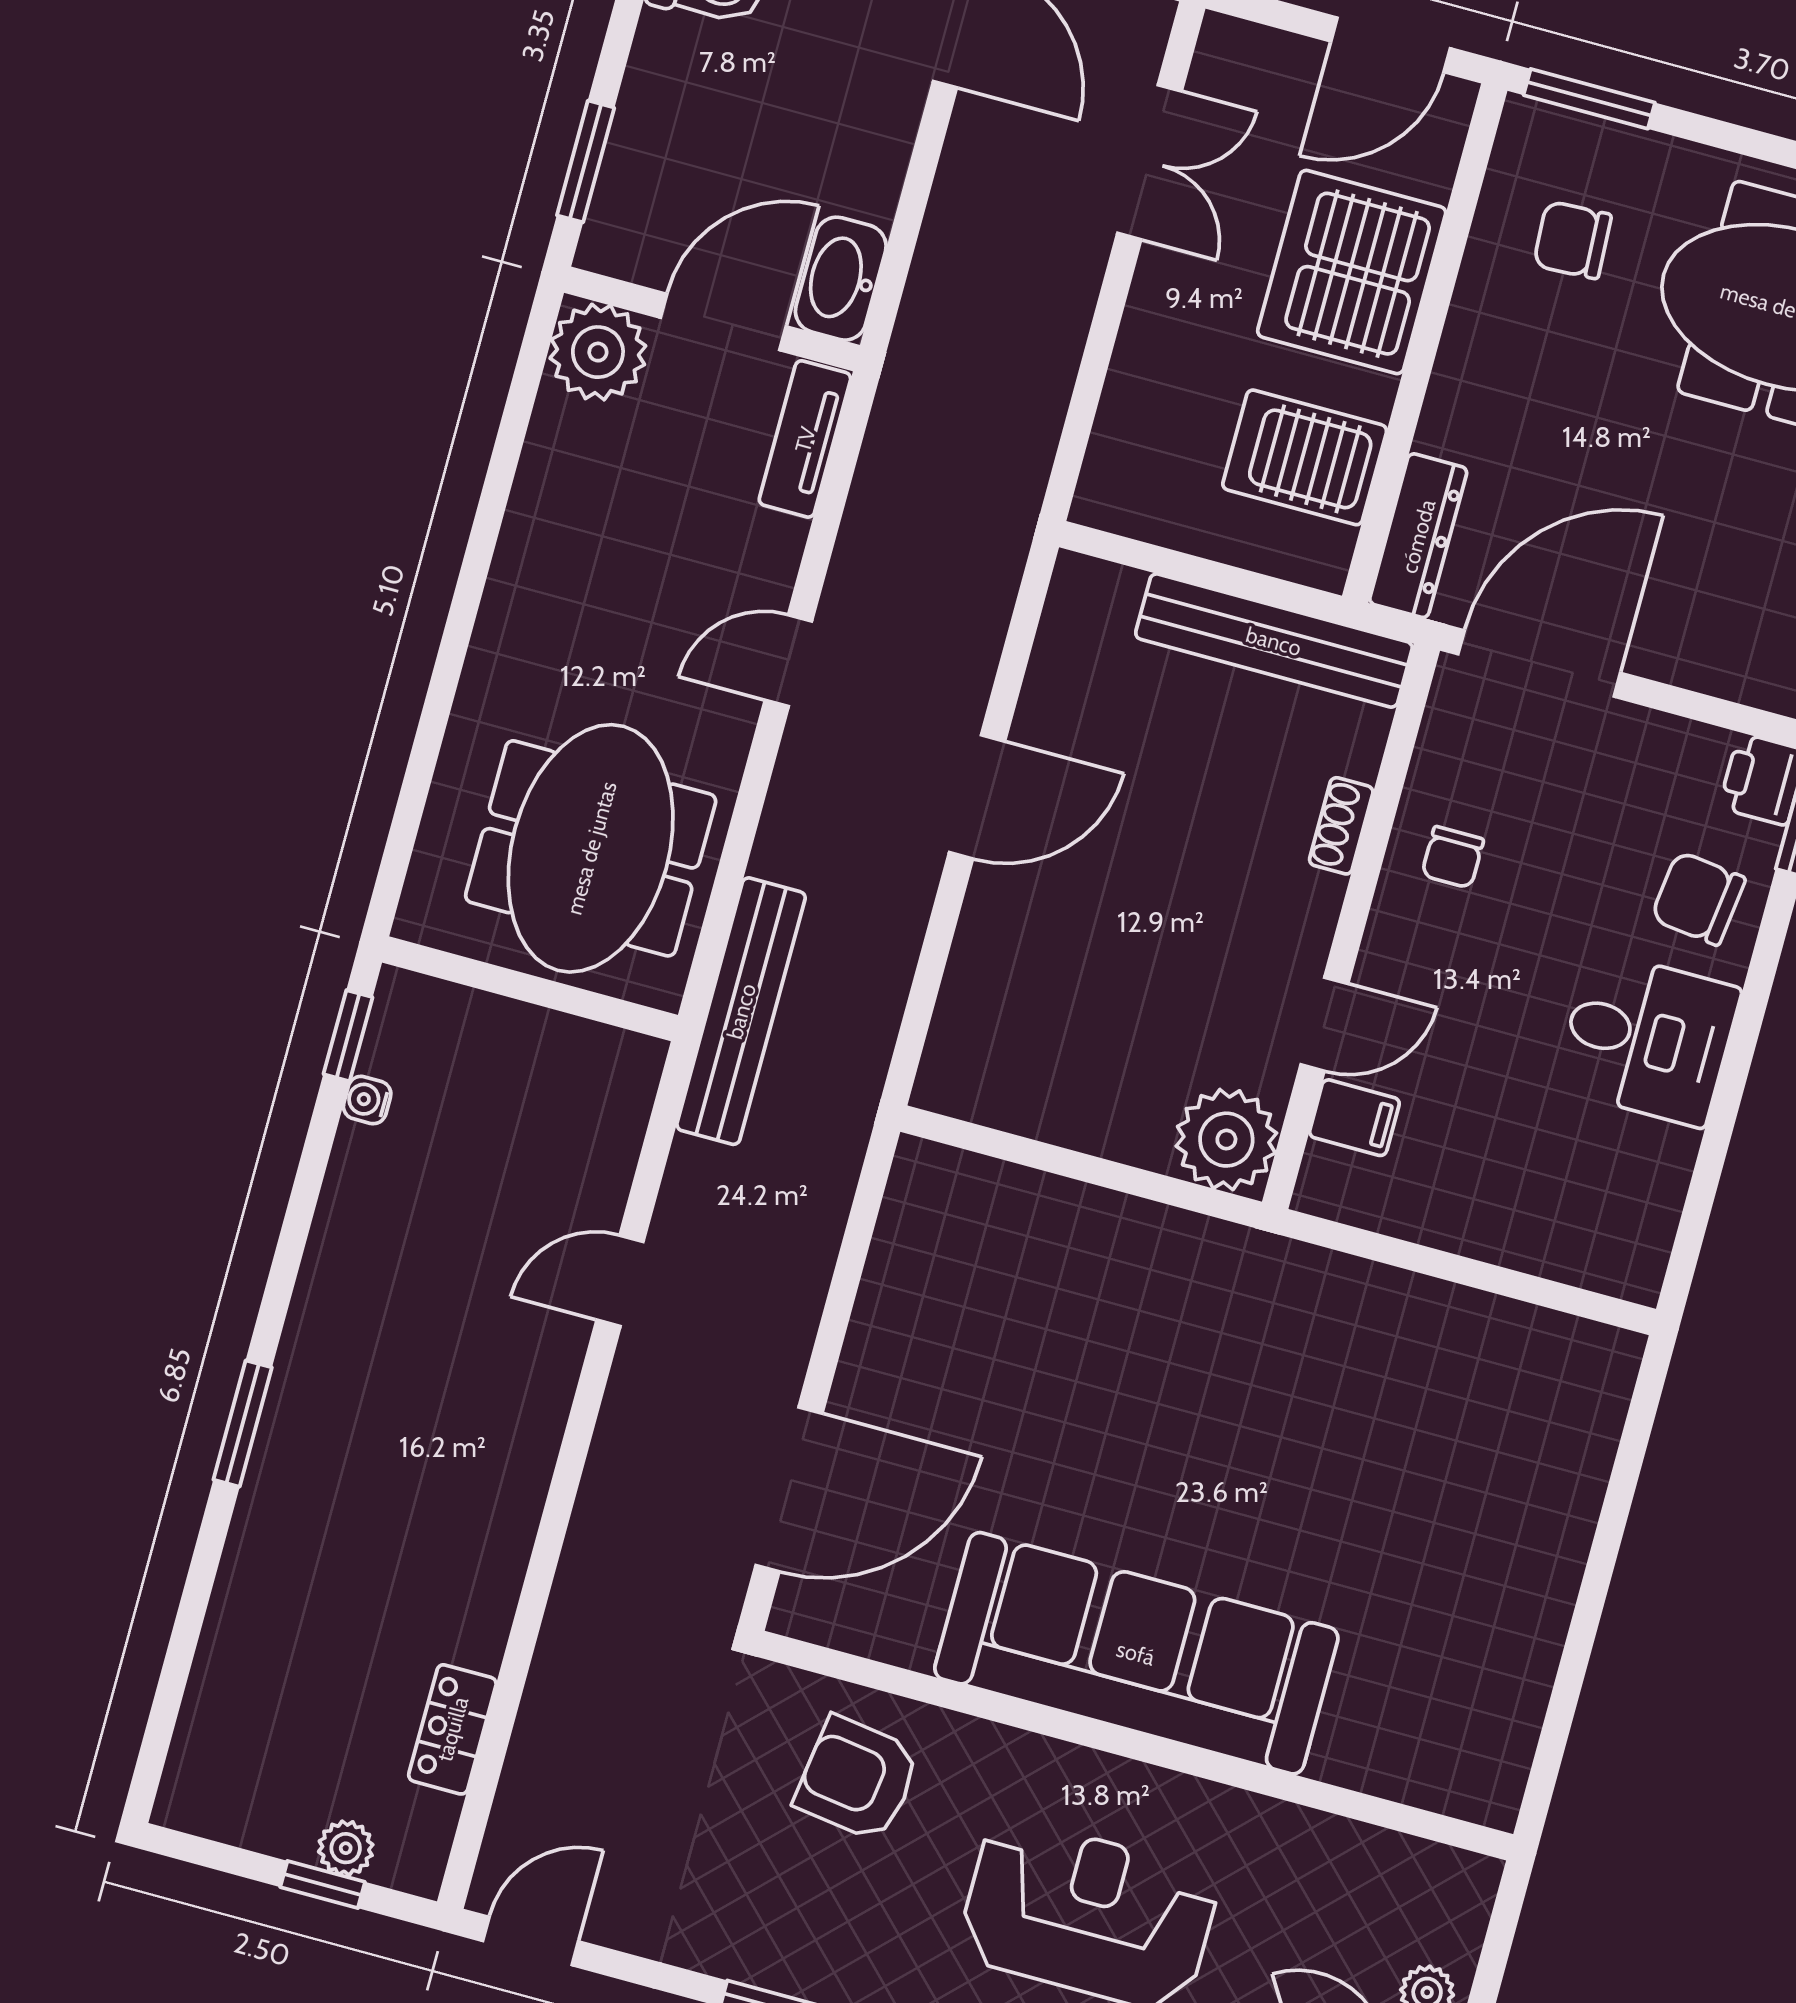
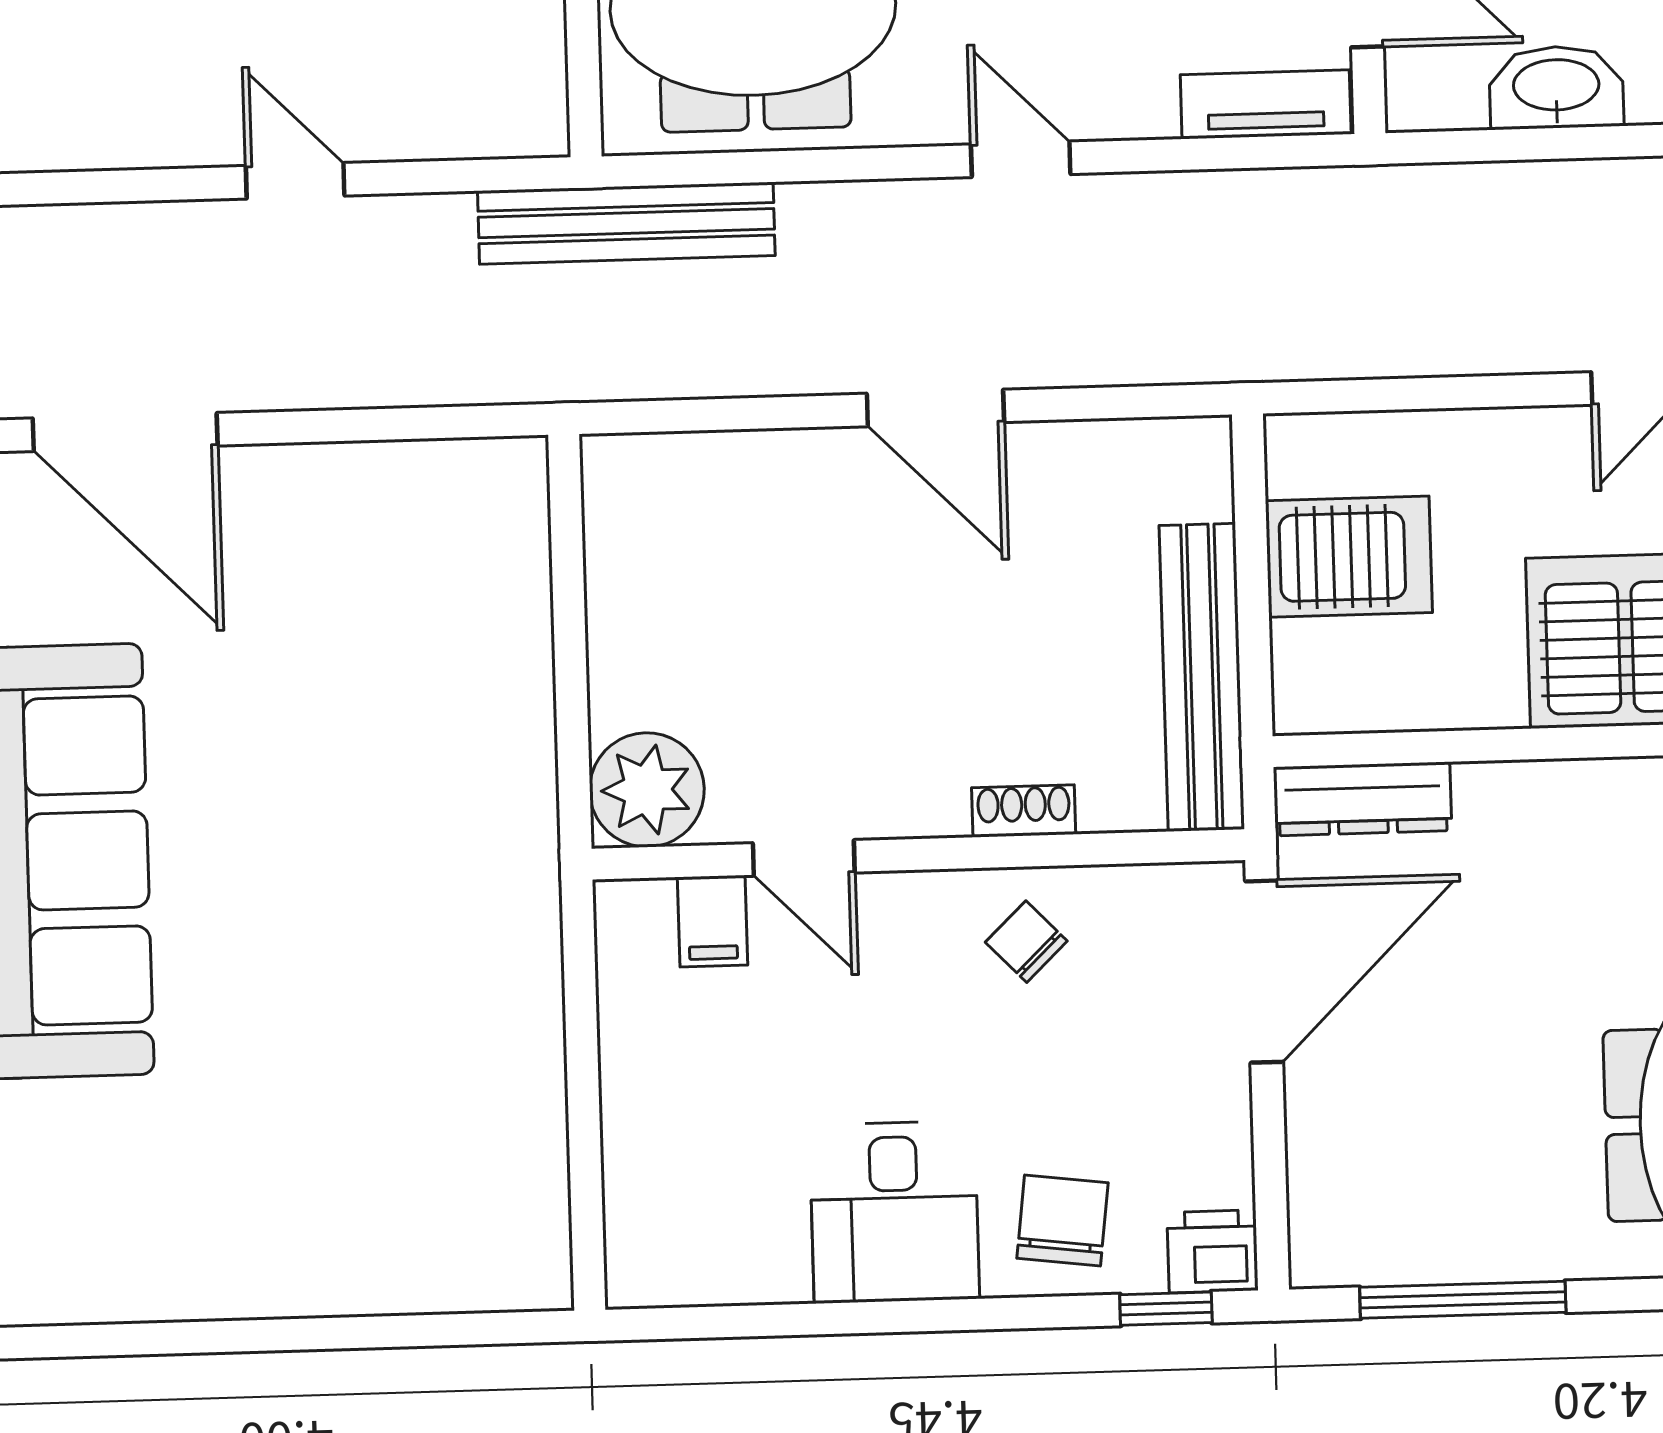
washbasin: (841, 279) -> (1556, 87), moved
server rack: (1305, 457) -> (1349, 557), moved, turned 90
door: (1539, 664) -> (1264, 972), hinge flipped
chair: (1453, 857) -> (1026, 942), turned 46

